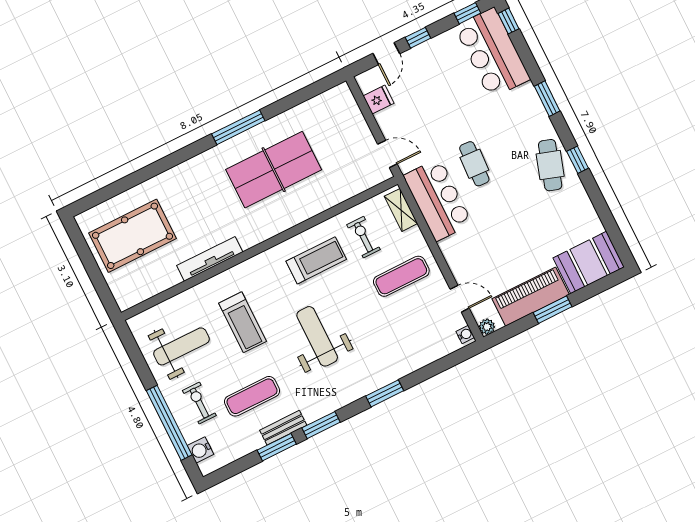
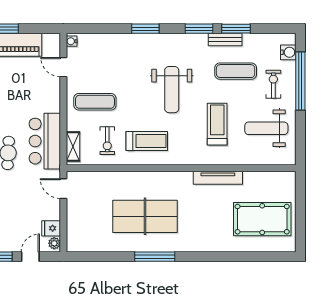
treadmill: (316, 260) -> (147, 141), turned 180
plant: (487, 327) -> (54, 243), moved
exercise bike: (199, 403) -> (273, 84), turned 180

